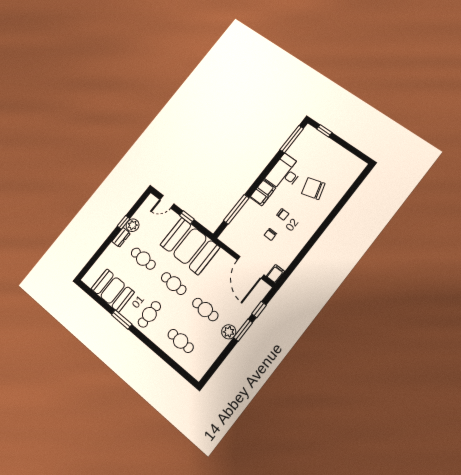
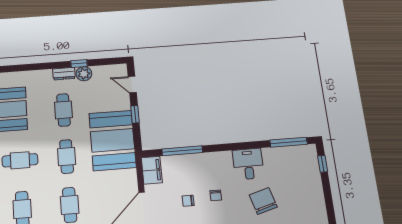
desk: (285, 173) -> (248, 164), width x0.73
filing cabinet: (263, 193) -> (152, 170), moved, turned -90

